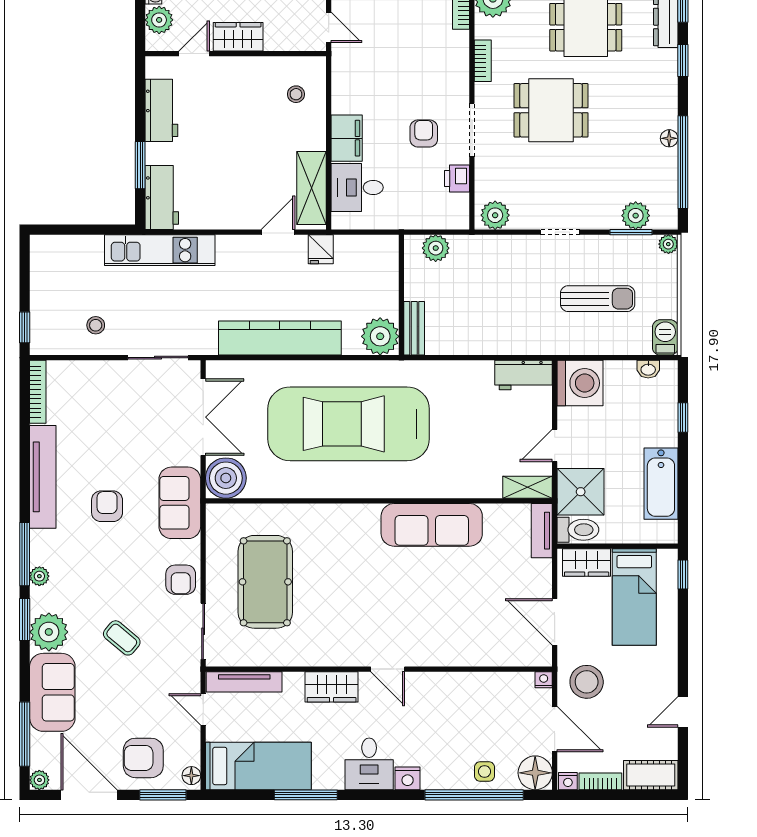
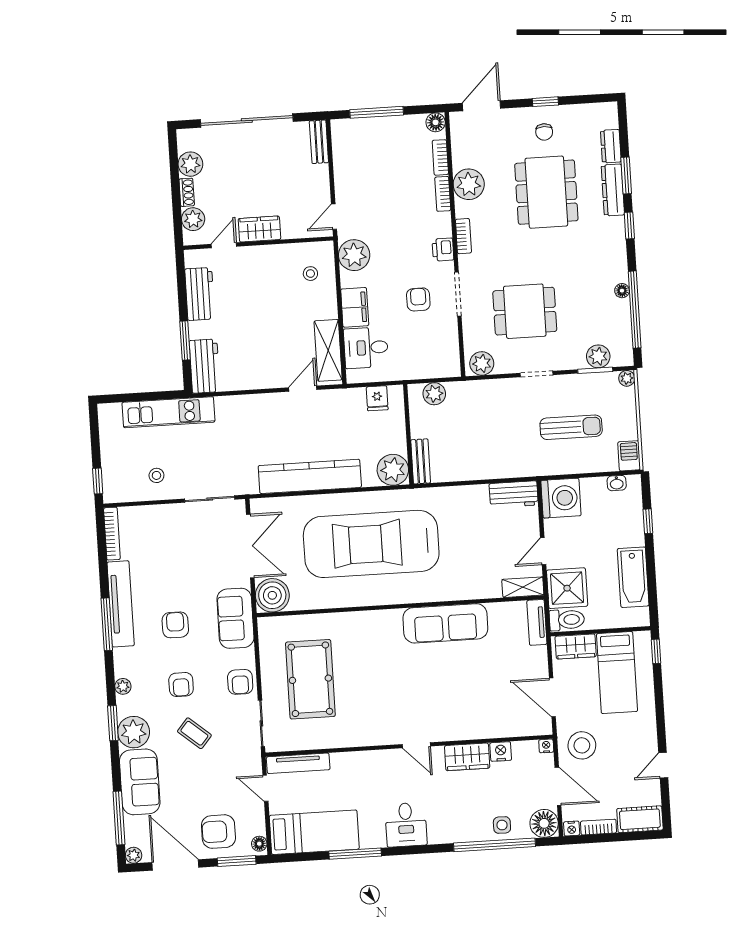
door: (329, 27) -> (334, 217), swing flipped
plant: (350, 75) -> (354, 255), added
dining table: (551, 110) -> (525, 311), moved
printer: (457, 179) -> (443, 250), moved
fridge: (321, 249) -> (377, 398), moved
kitchen unit: (160, 250) -> (168, 412), moved
window: (25, 554) -> (107, 624), moved
armchair: (109, 578) -> (181, 685), added
wardrobe: (332, 687) -> (467, 757), moved
nightstand: (408, 778) -> (501, 752), moved, turned 180

